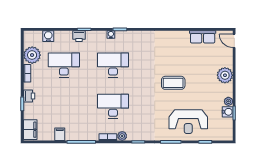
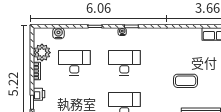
printer: (79, 36) -> (90, 33), removed

